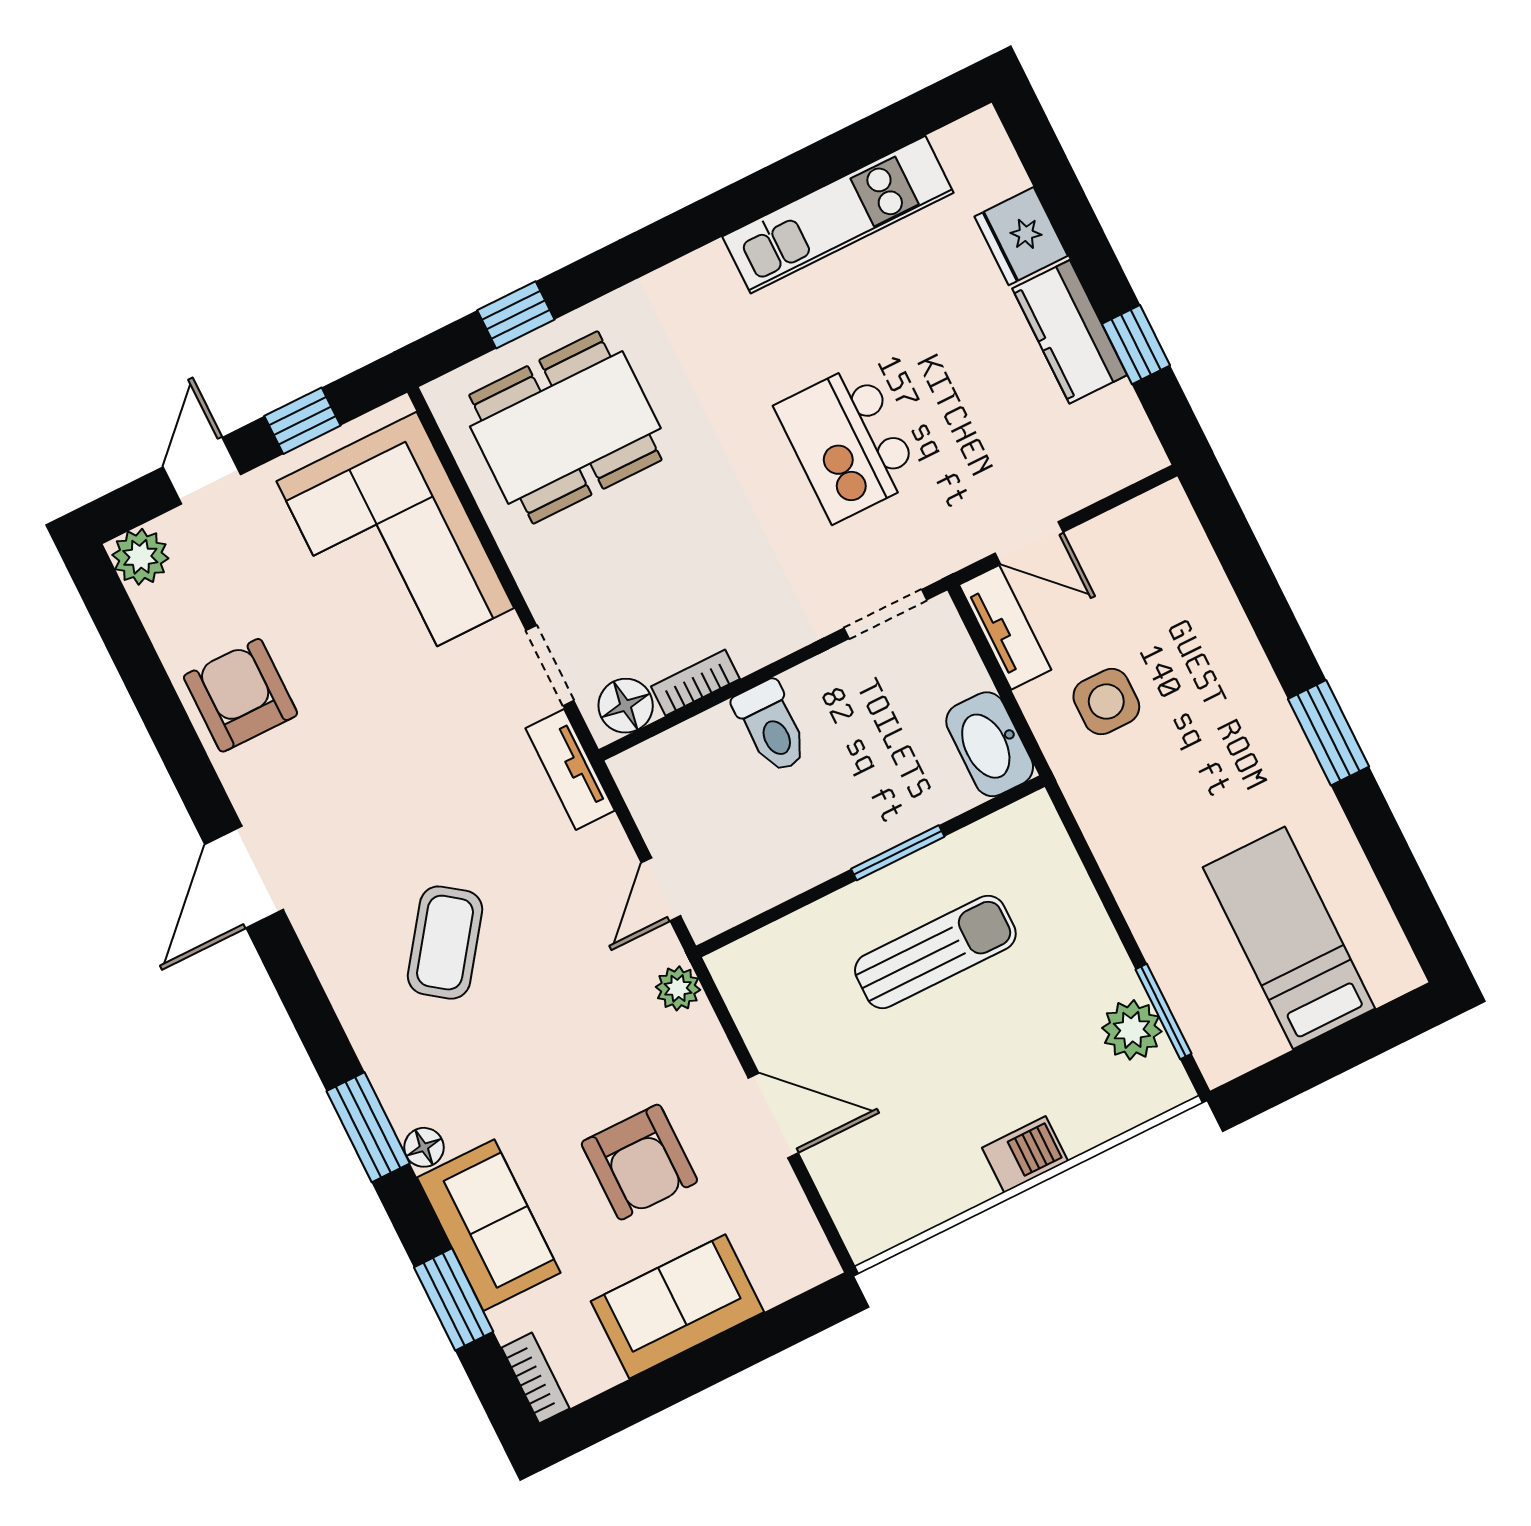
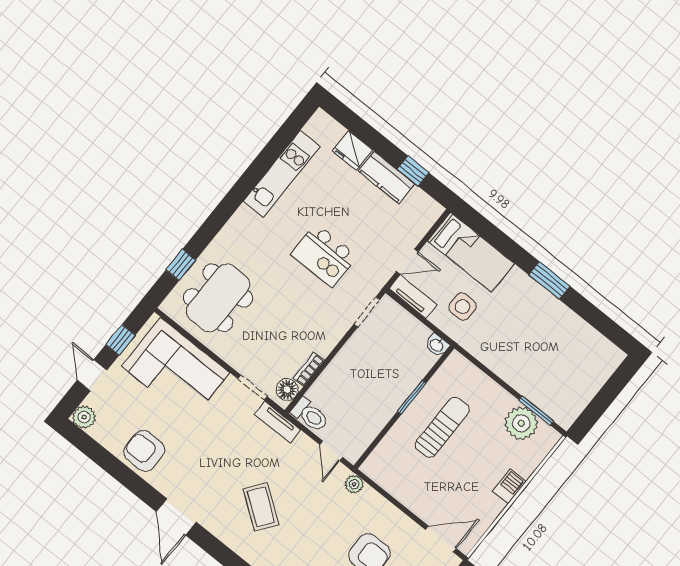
toilet: (771, 727) -> (310, 415), moved
washbasin: (990, 744) -> (437, 345), width x0.52, depth x0.69
bed: (1289, 938) -> (471, 252), moved, turned 180
plant: (1132, 1030) -> (521, 423), width x1.36, depth x1.36
door: (773, 1115) -> (441, 539), moved

